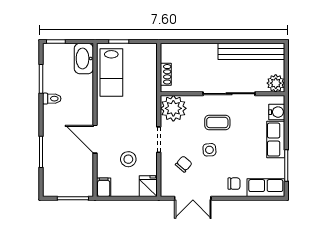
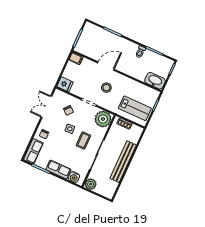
bench: (251, 51) -> (123, 162), moved
lab bench: (111, 72) -> (135, 108), moved, turned 180
stool: (128, 159) -> (106, 88), moved

